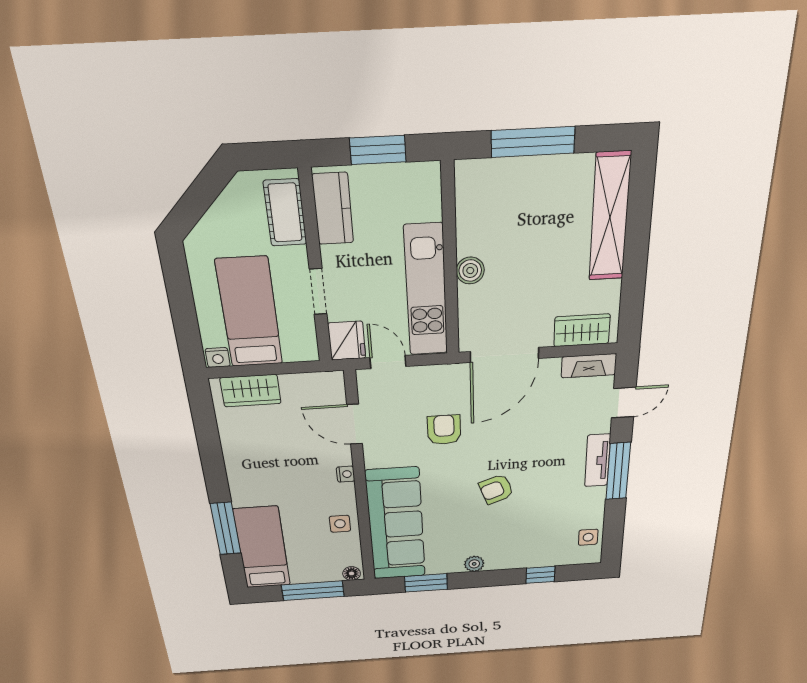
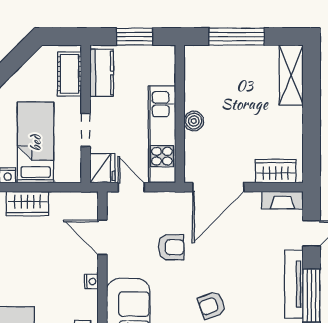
shelving: (610, 217) -> (291, 75), width x0.68
armchair: (444, 430) -> (171, 247), turned 90
tv unit: (598, 460) -> (294, 284), width x1.41

